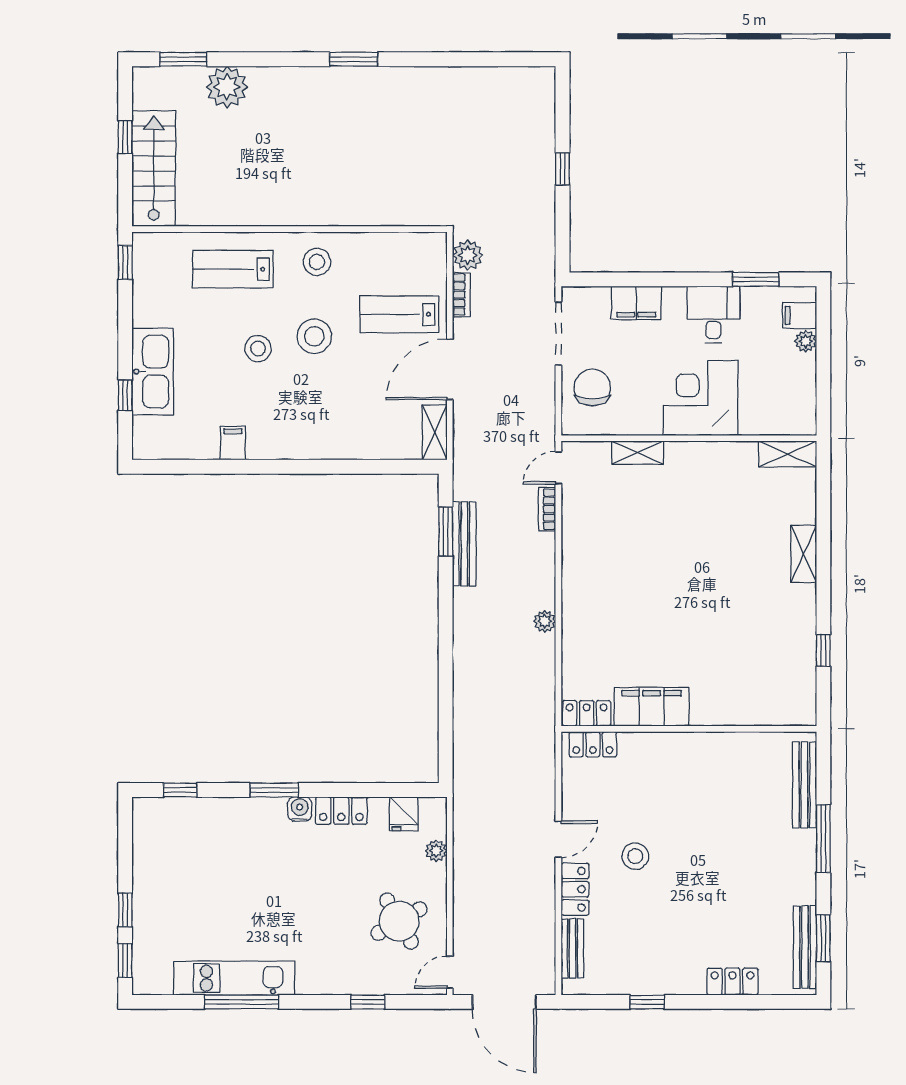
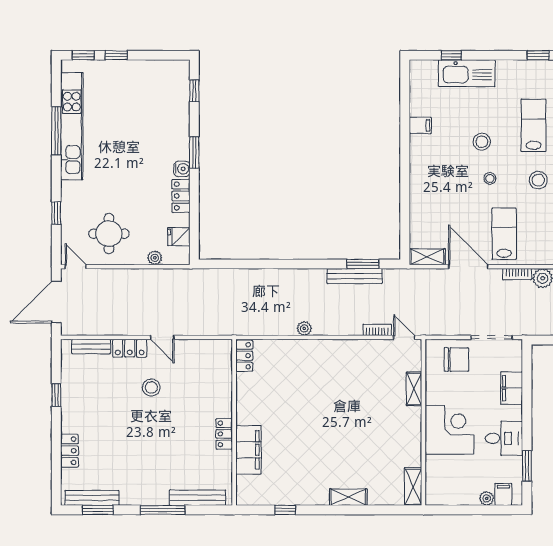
stool: (314, 336) -> (490, 178), width x0.53, depth x0.53
filing cabinet: (652, 707) -> (248, 450), moved
locker: (593, 744) -> (224, 434), moved
round table: (399, 921) -> (109, 234), turned 30
kitchen unit: (234, 978) -> (72, 126), width x1.36

